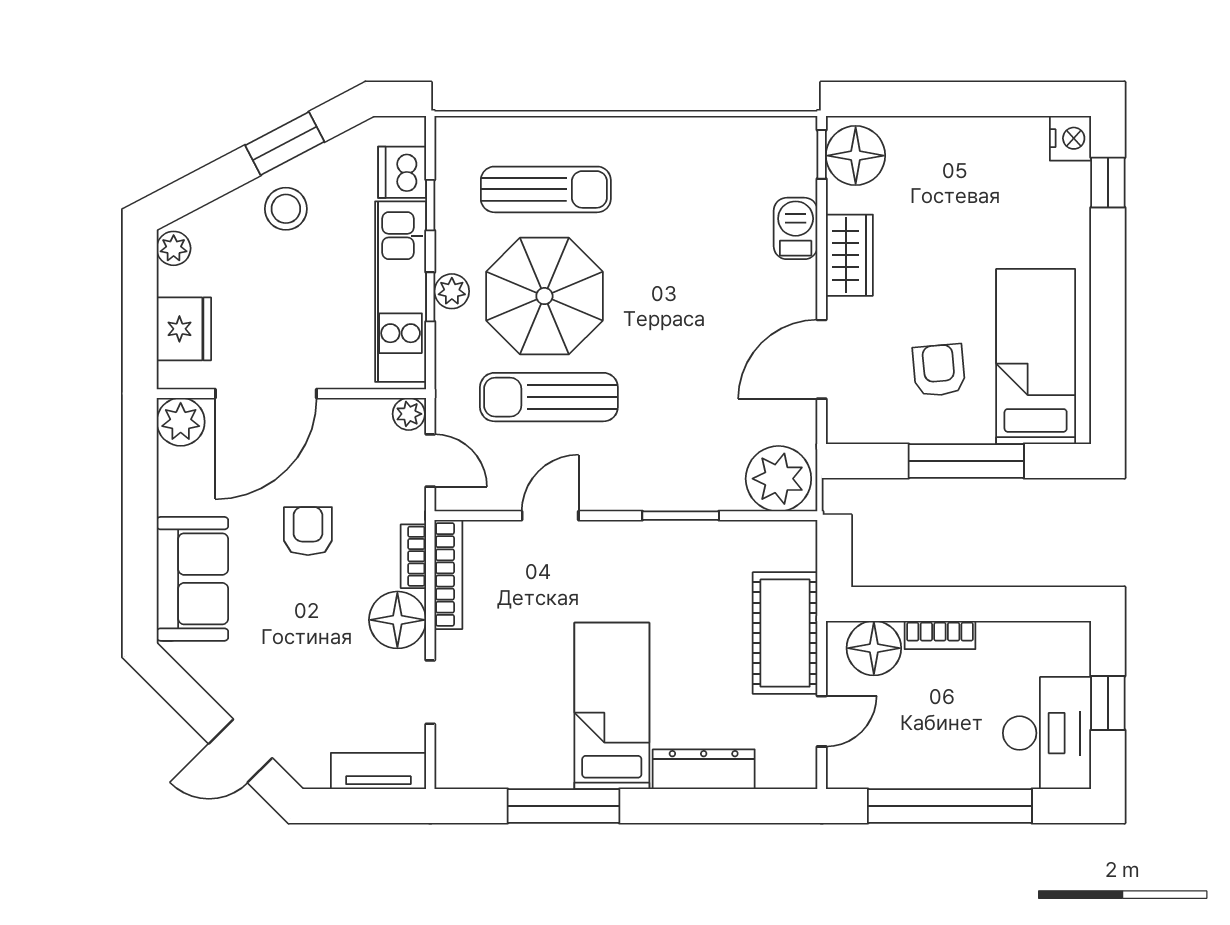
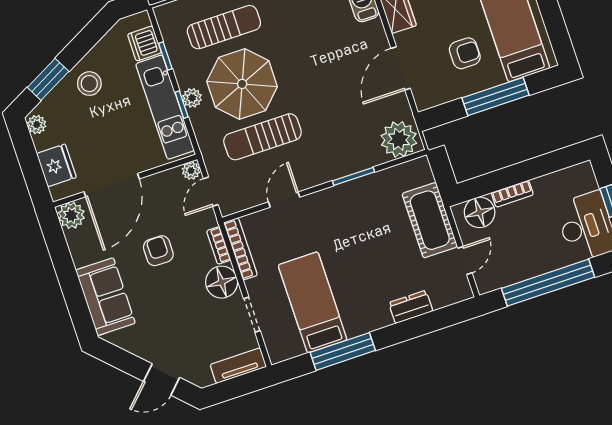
window: (285, 143) -> (48, 79), moved
armchair: (939, 370) -> (465, 53), turned 95
door: (430, 460) -> (211, 192), swing flipped
bed: (612, 706) -> (313, 302), moved
dresser: (704, 769) -> (411, 307), width x0.70

